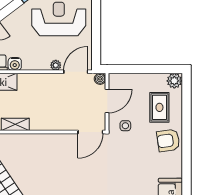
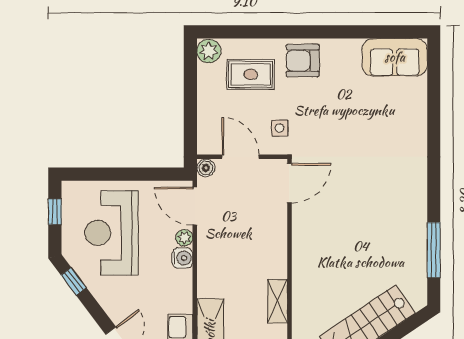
water cooler: (15, 64) -> (182, 258), moved
door: (90, 132) -> (289, 183), hinge flipped
armchair: (168, 140) -> (303, 61), turned 98

